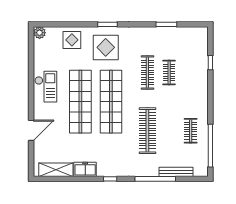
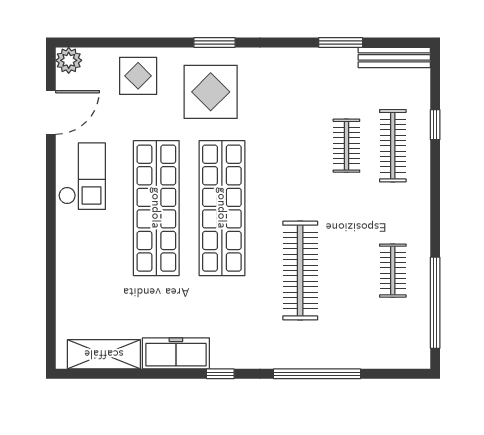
clothes rail: (147, 72) -> (393, 146), moved
door: (31, 130) -> (51, 112), moved
freezer: (85, 169) -> (176, 353), width x1.40
bench: (176, 172) -> (394, 57), moved

